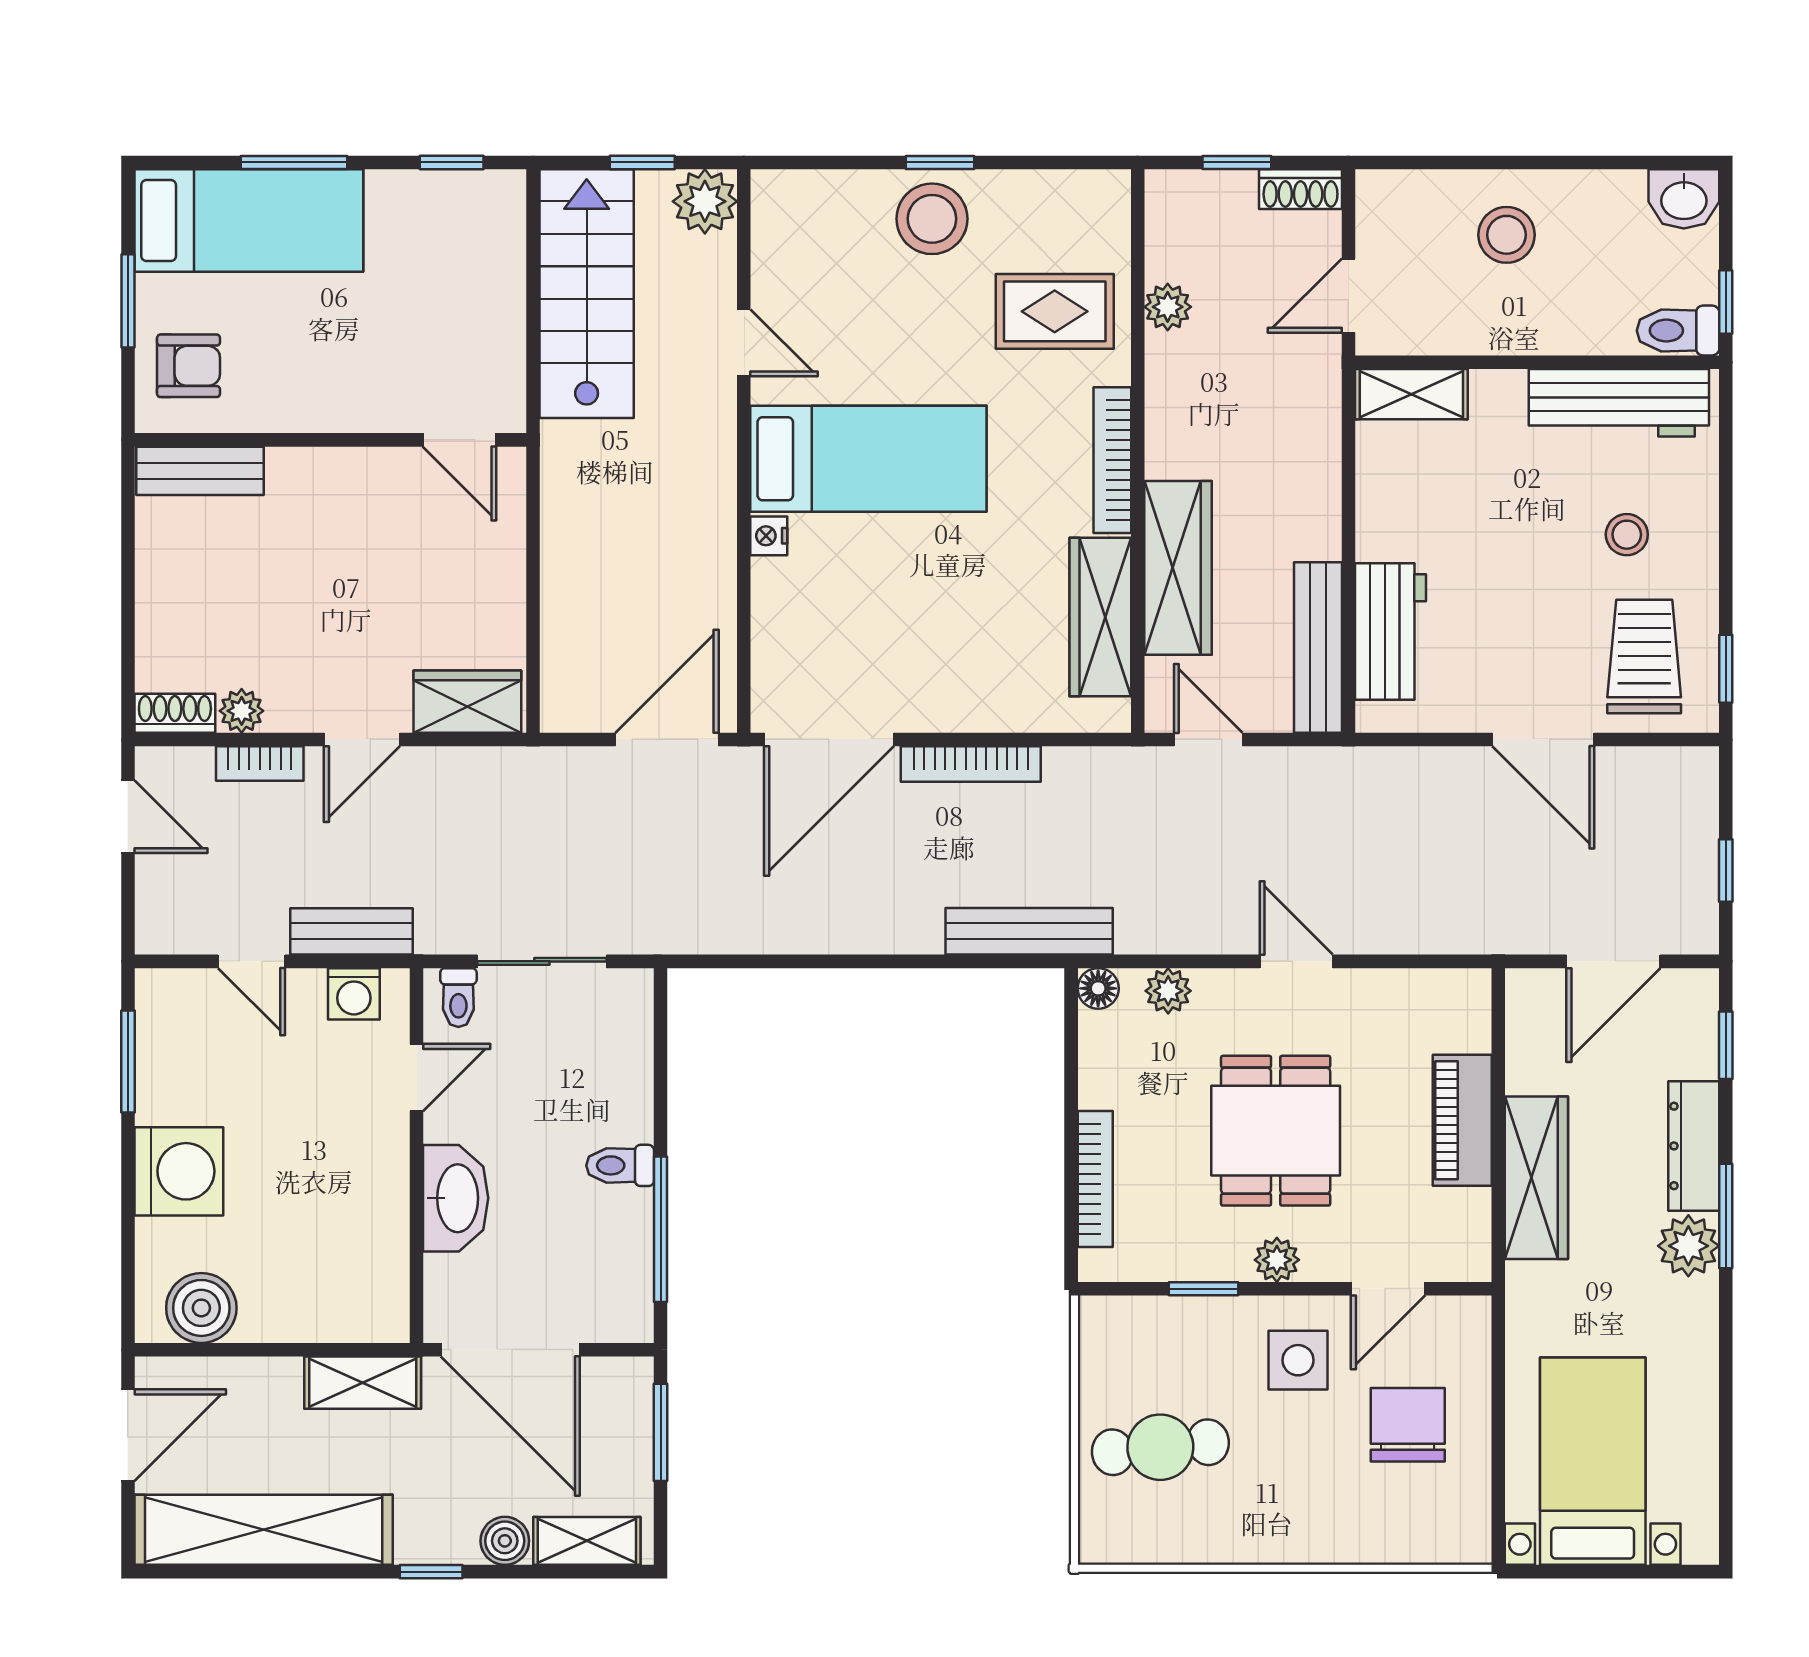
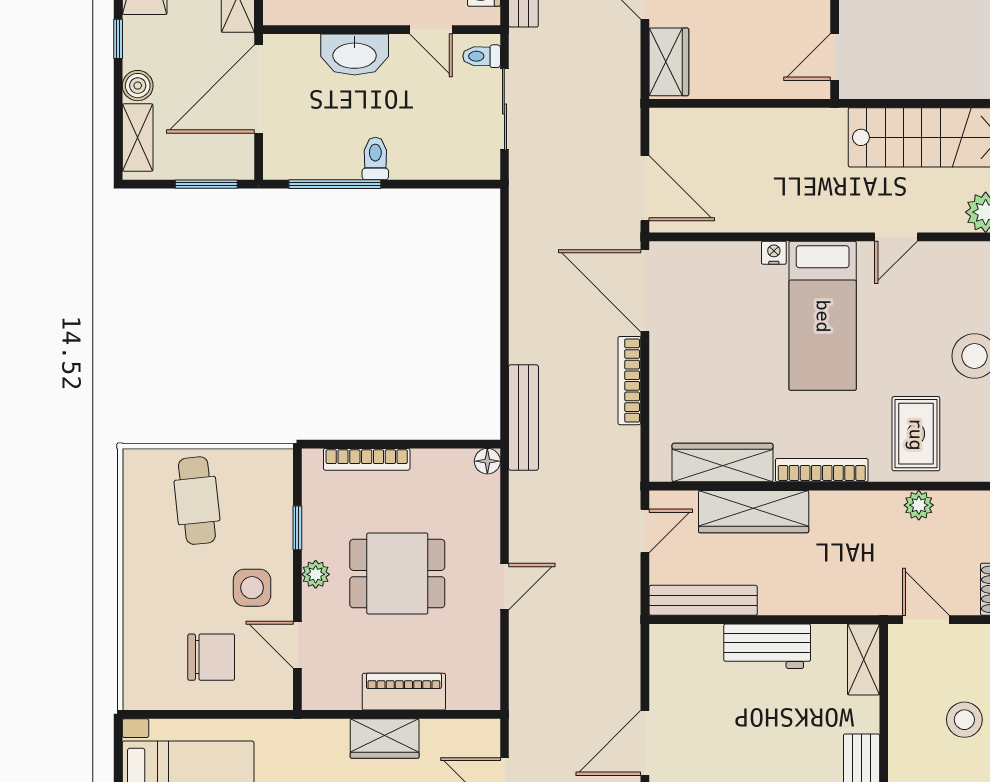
workbench: (1390, 632) -> (767, 646), moved
plant: (1168, 991) -> (486, 505), removed
wardrobe: (1536, 1178) -> (385, 739), width x0.67

